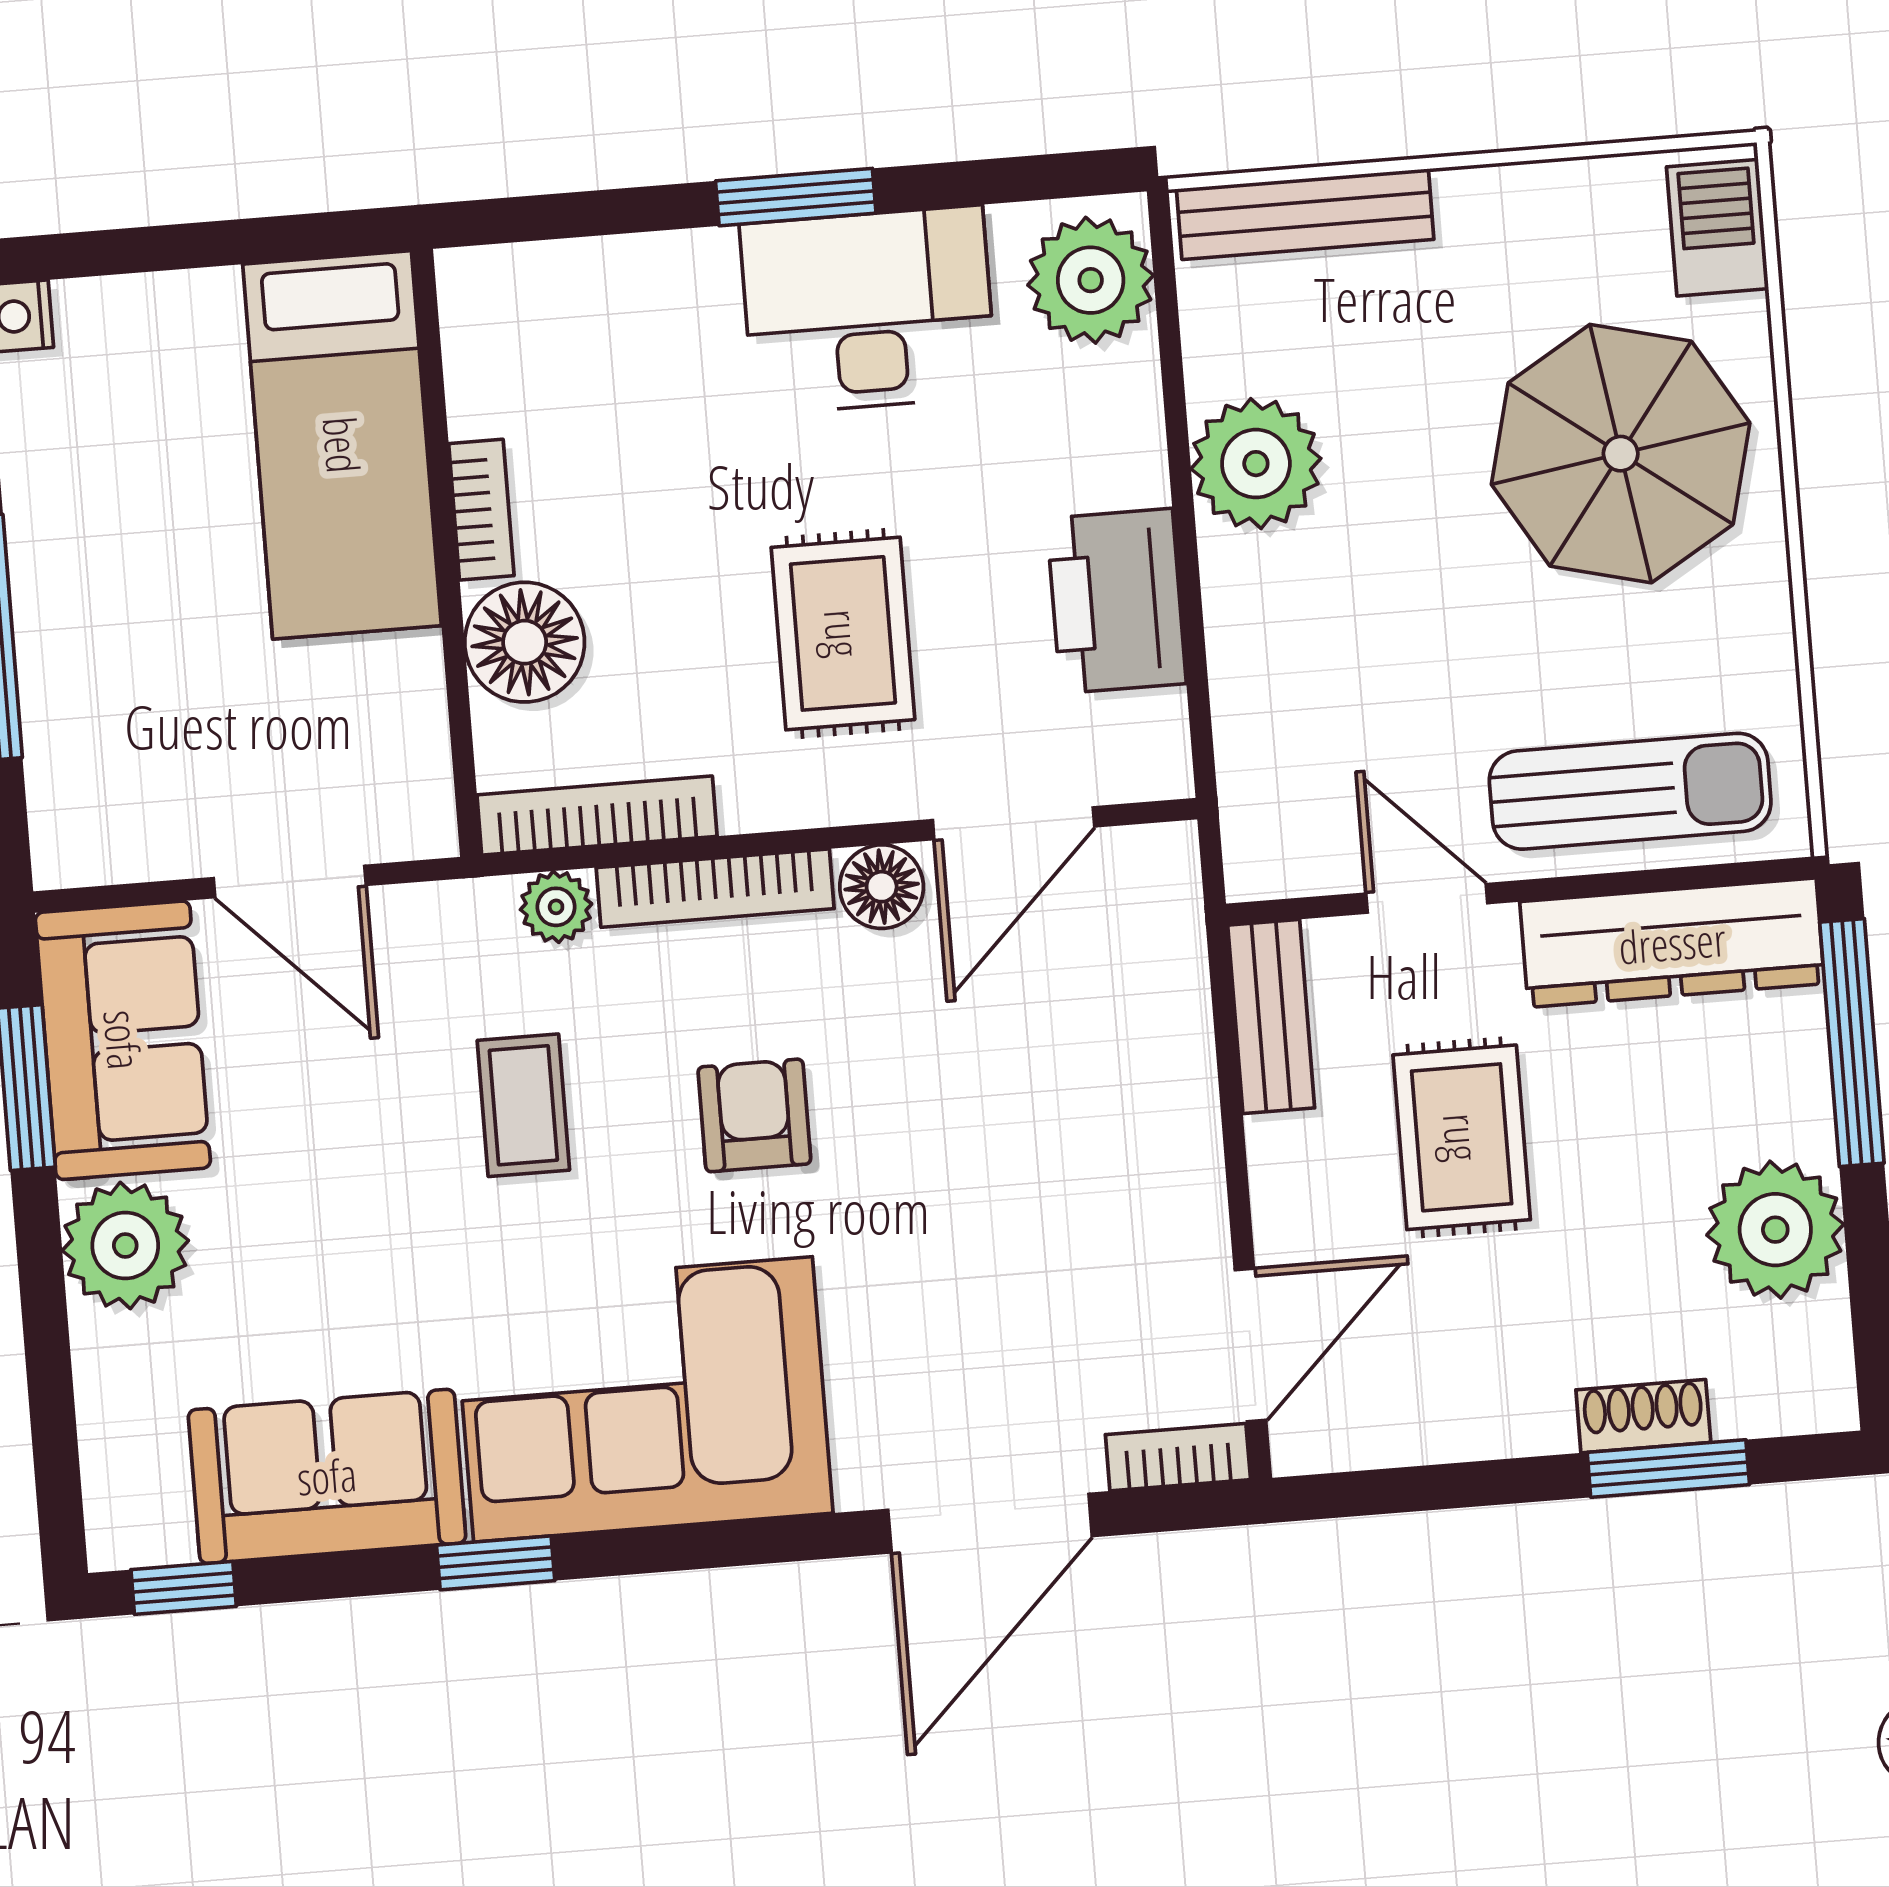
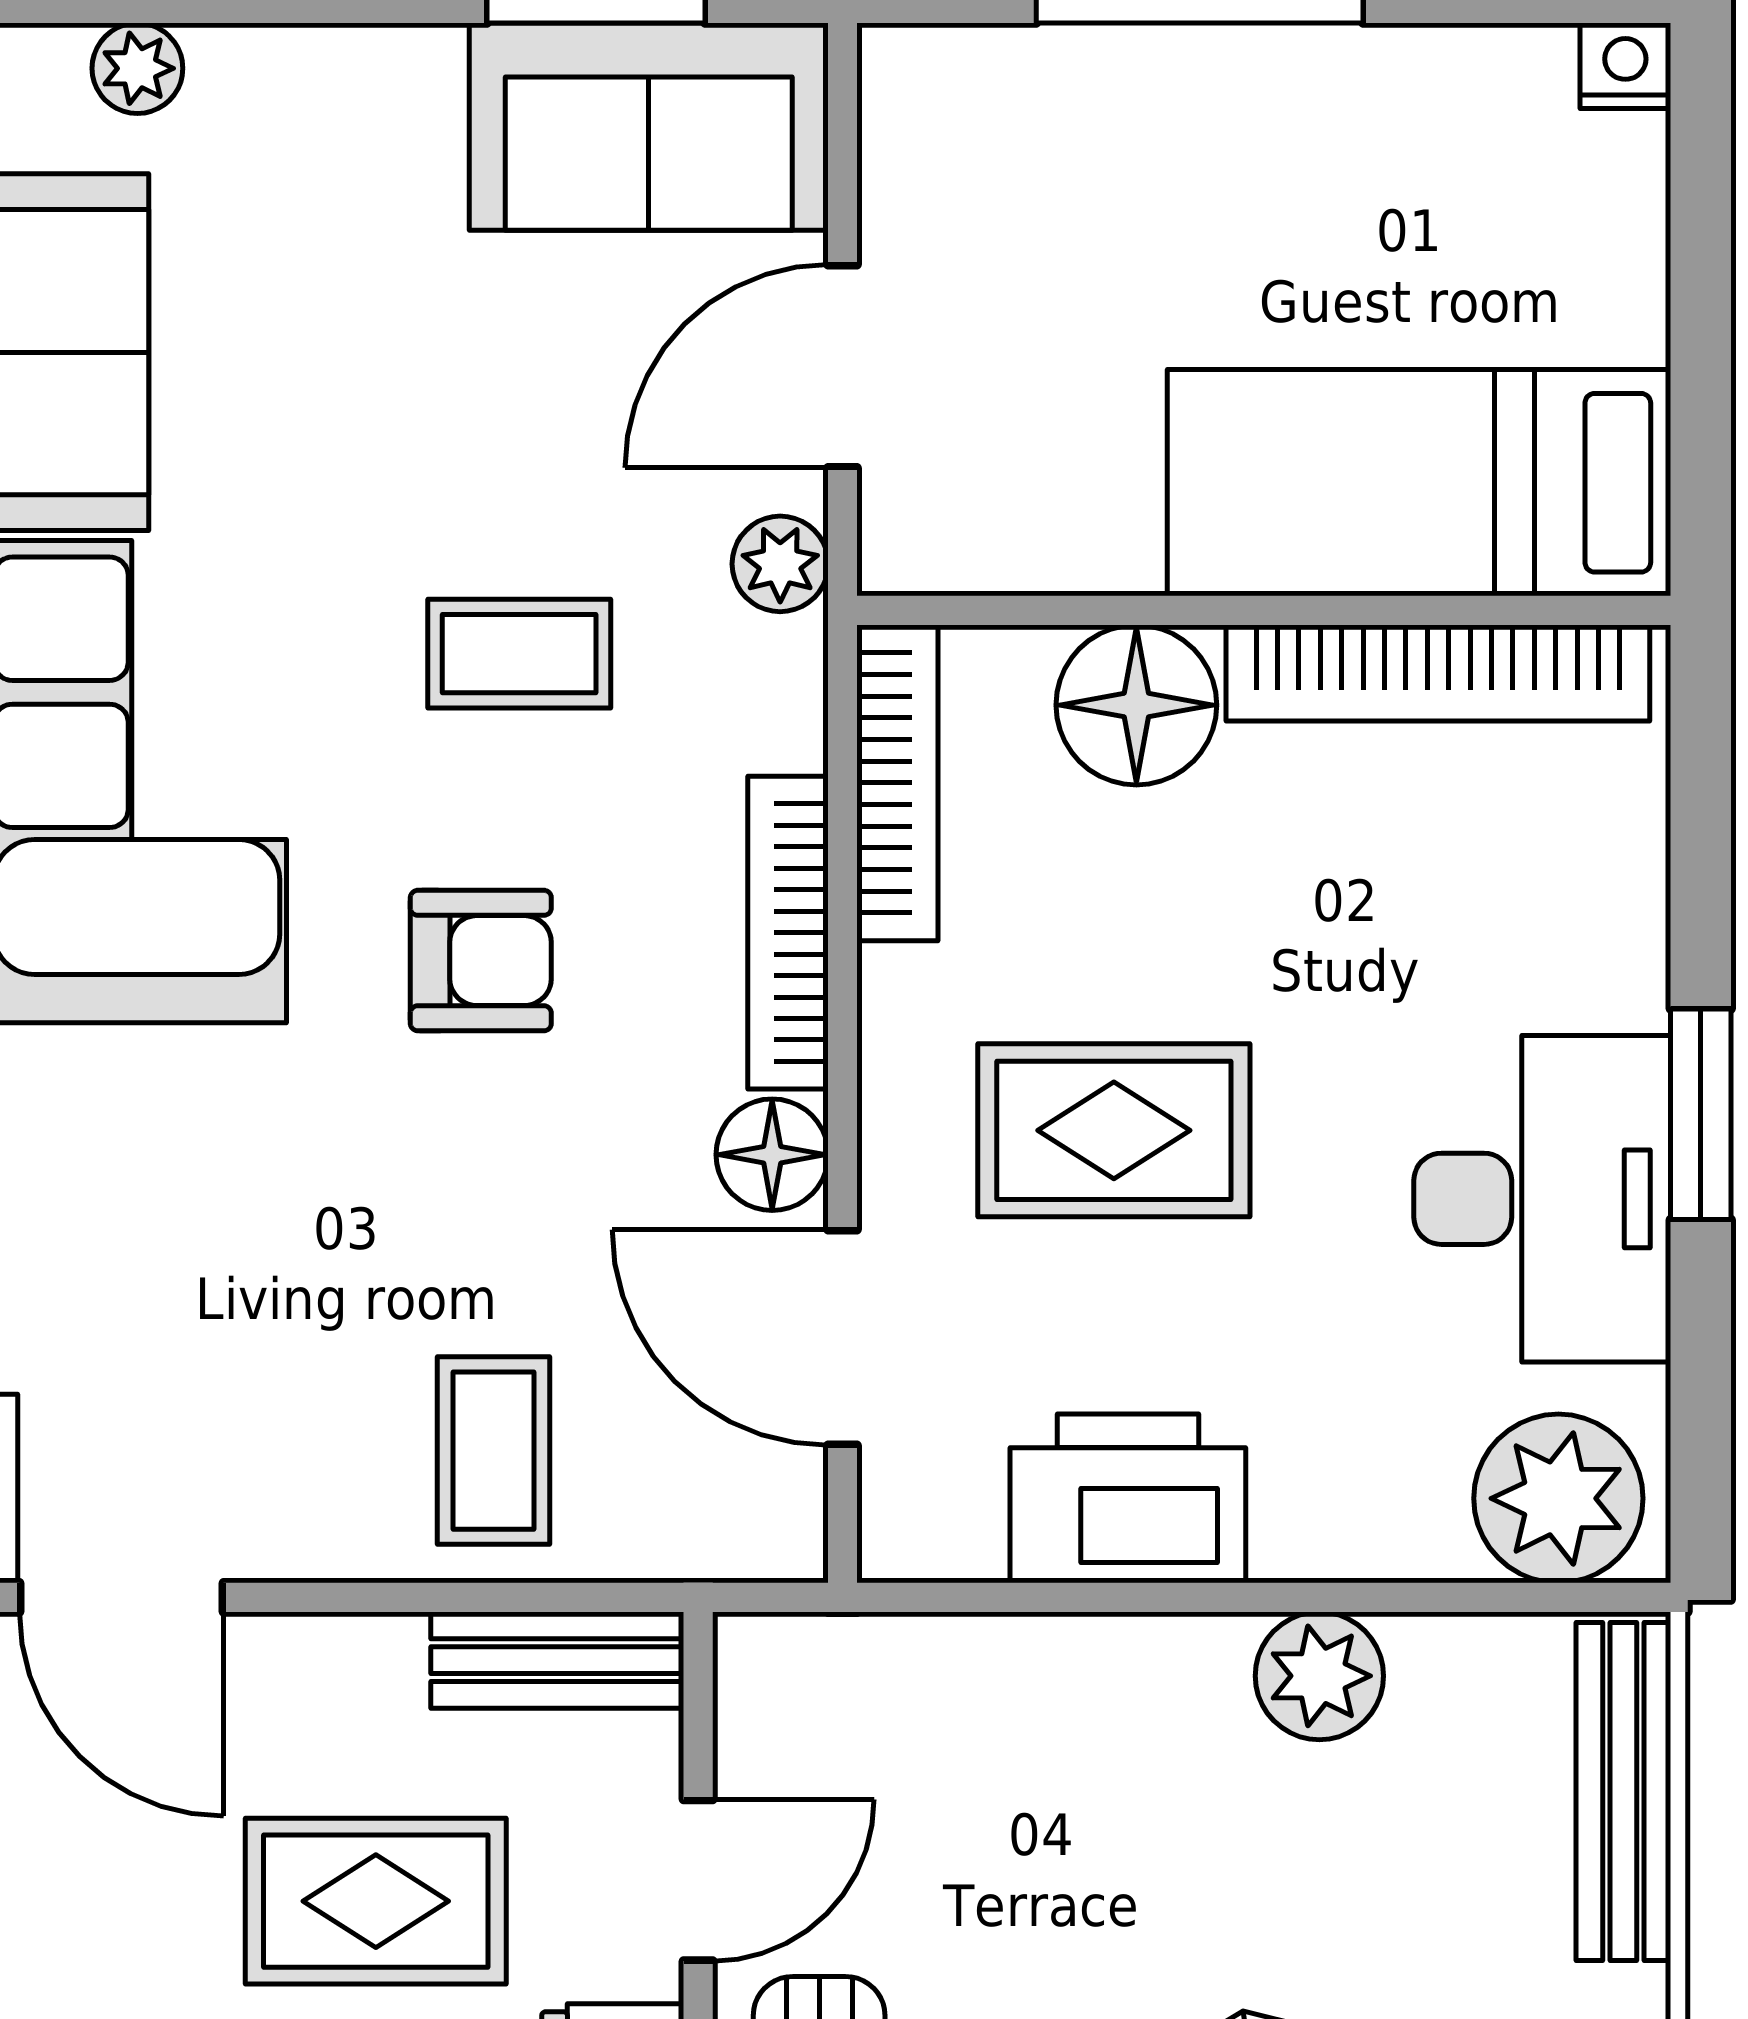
plant: (1256, 464) -> (1319, 1676), width x0.73, depth x0.73
bookcase: (481, 510) -> (1438, 673), width x2.31, depth x1.31
plant: (556, 907) -> (780, 564), moved
coffee table: (1119, 1077) -> (494, 1451), added
plant: (125, 1245) -> (137, 68), moved, width x0.53, depth x0.53

